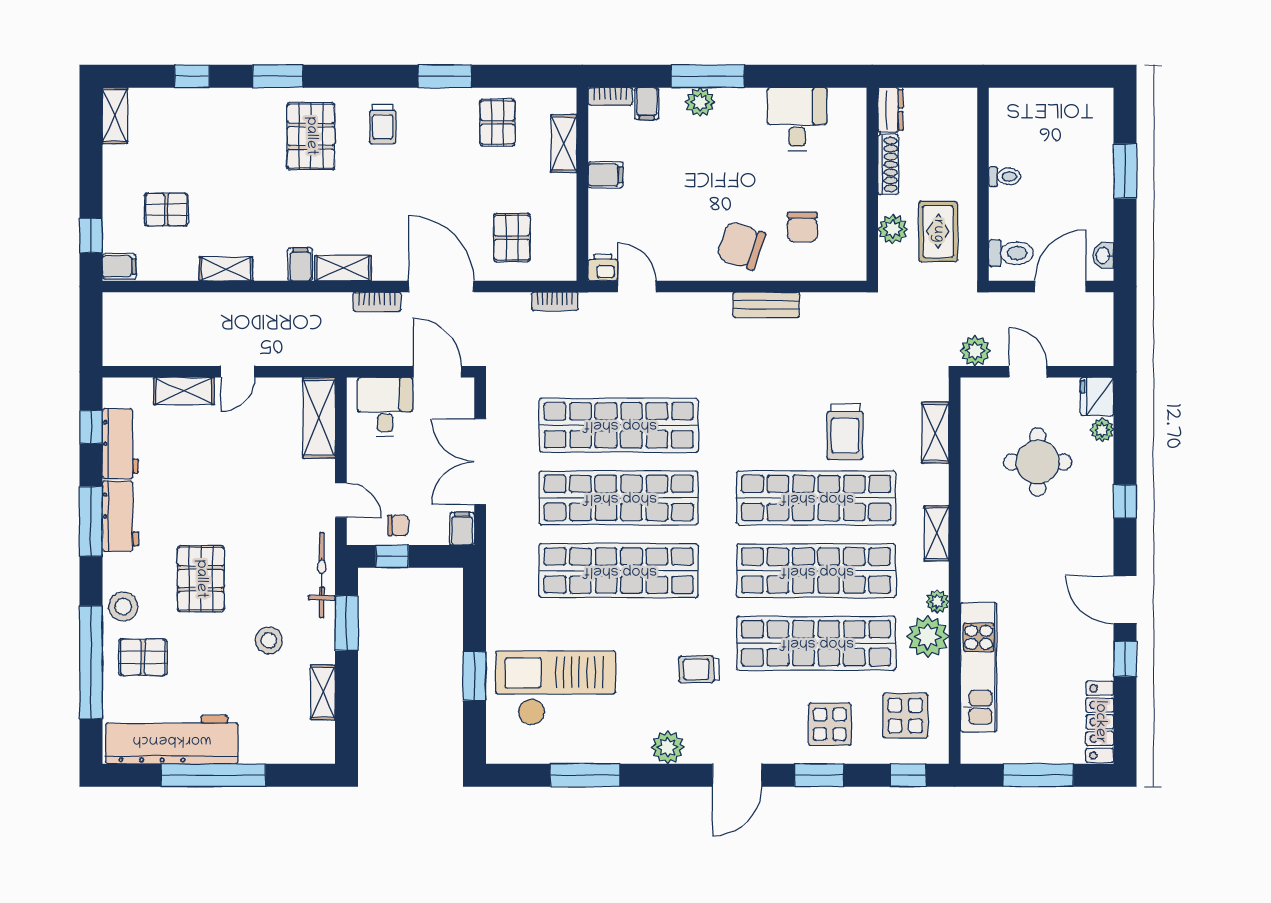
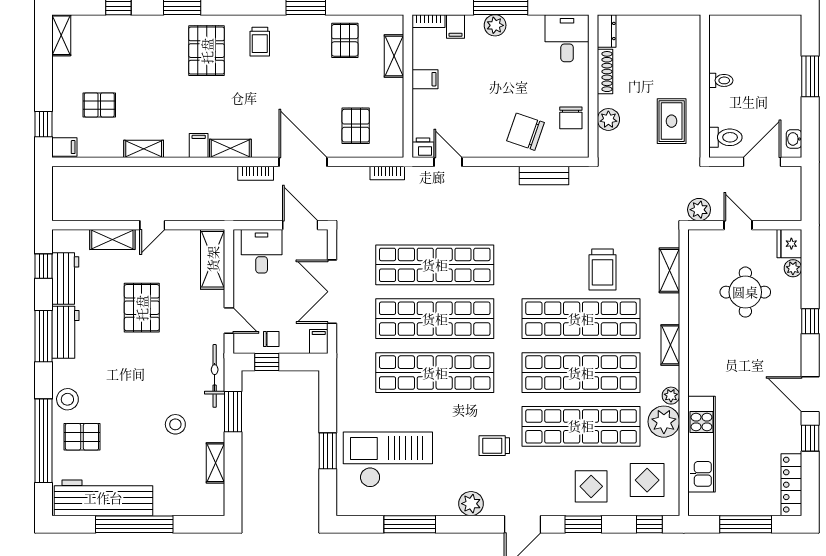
dresser: (890, 110) -> (607, 31), moved
shoe rack: (888, 164) -> (605, 72), moved
wall: (872, 184) -> (593, 86), moved
plant: (893, 229) -> (608, 119), moved
pallet: (201, 579) -> (142, 308), moved

